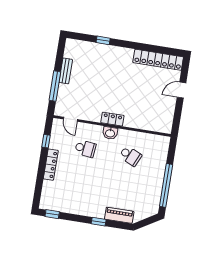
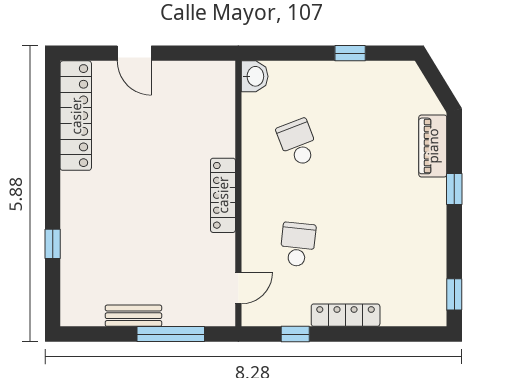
locker: (112, 119) -> (223, 195), width x1.53
washbasin: (110, 133) -> (255, 76), moved
school desk: (130, 156) -> (298, 143), turned -45
window: (166, 185) -> (350, 53), width x0.32

